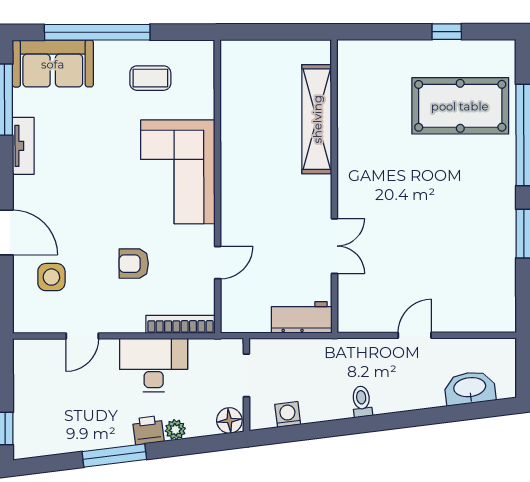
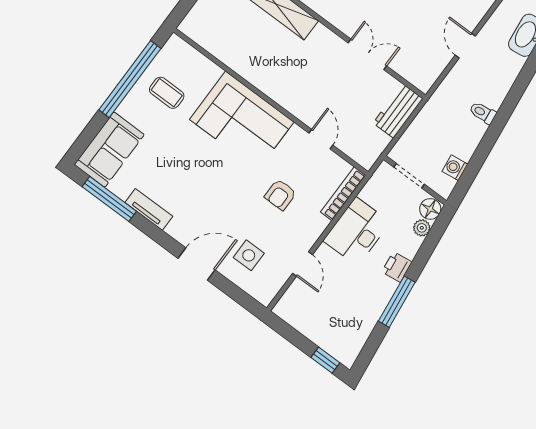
window: (97, 32) -> (130, 79), moved
coffee table: (150, 78) -> (167, 93), turned 90
plant: (175, 430) -> (422, 228), moved

